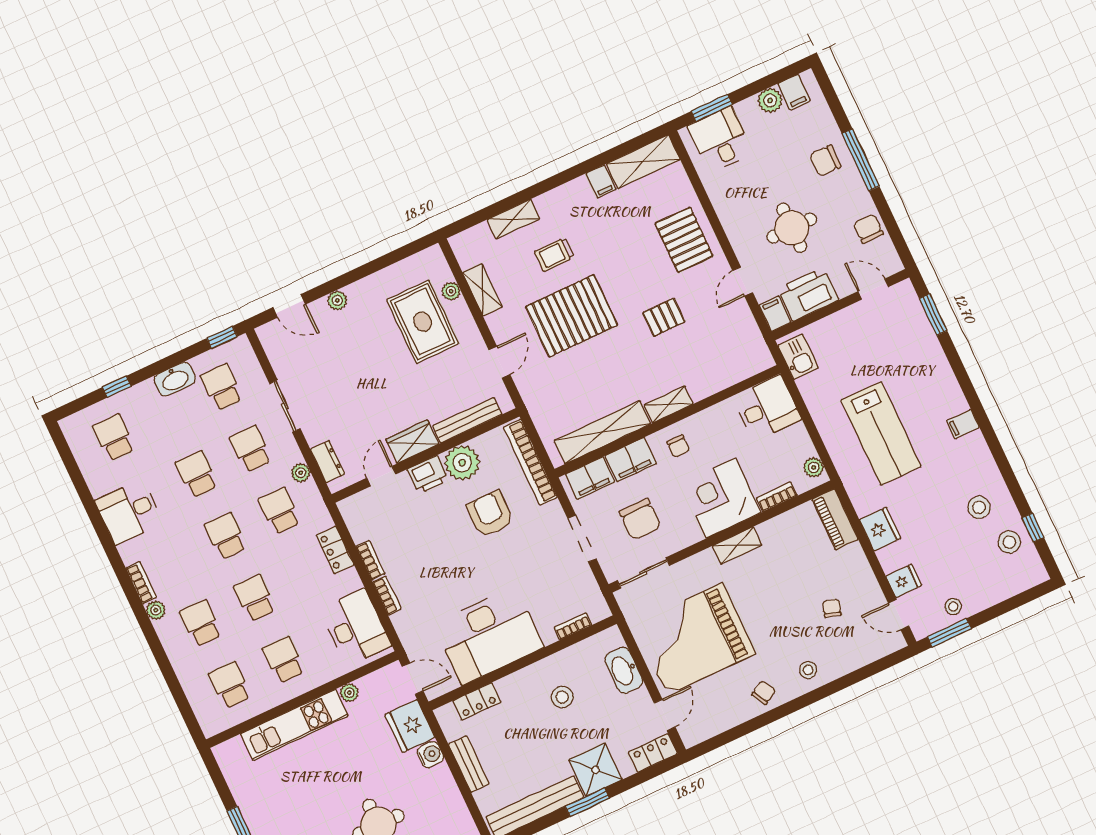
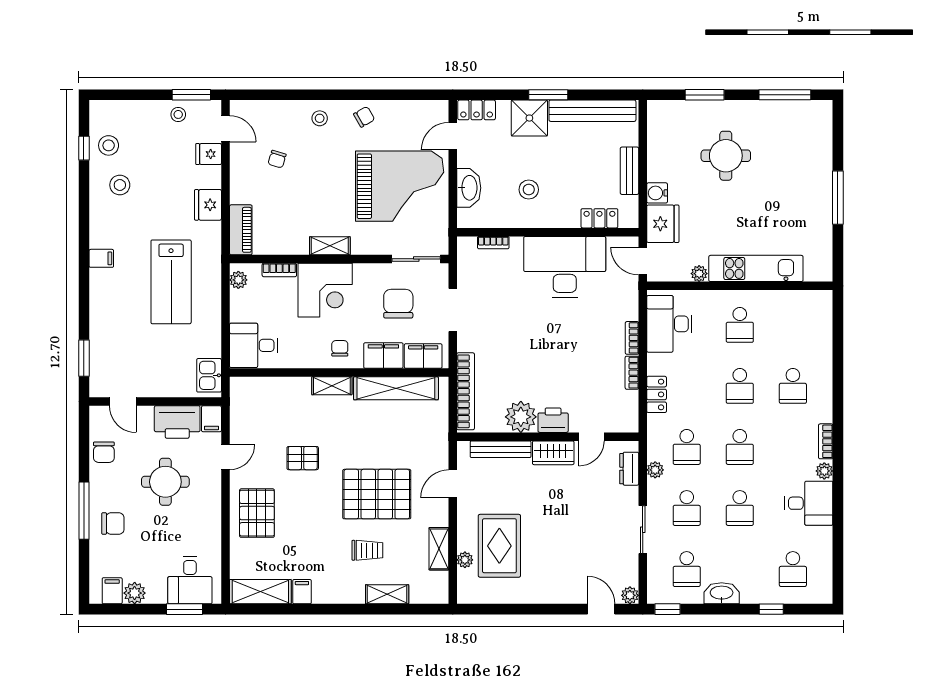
plant: (337, 300) -> (630, 595), moved
lab bench: (881, 433) -> (171, 282), turned 180
armchair: (490, 514) -> (518, 365), removed
plant: (156, 610) -> (824, 471), moved
school desk: (230, 685) -> (793, 325), removed
chair: (764, 693) -> (364, 117), turned 180

